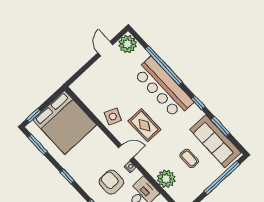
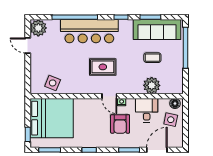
side table: (113, 117) -> (53, 83), moved
door: (126, 152) -> (109, 96), swing flipped
armchair: (111, 182) -> (120, 124), turned -90

